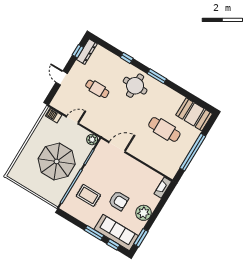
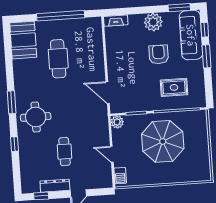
dresser: (87, 52) -> (55, 186), moved
rug: (88, 195) -> (174, 87), turned 90

